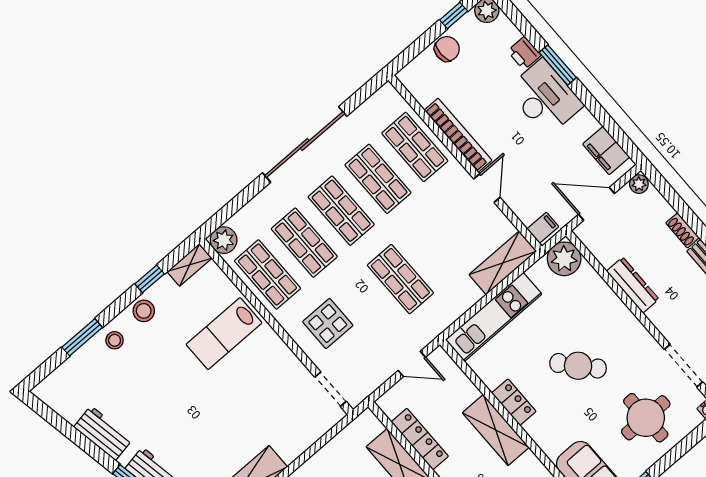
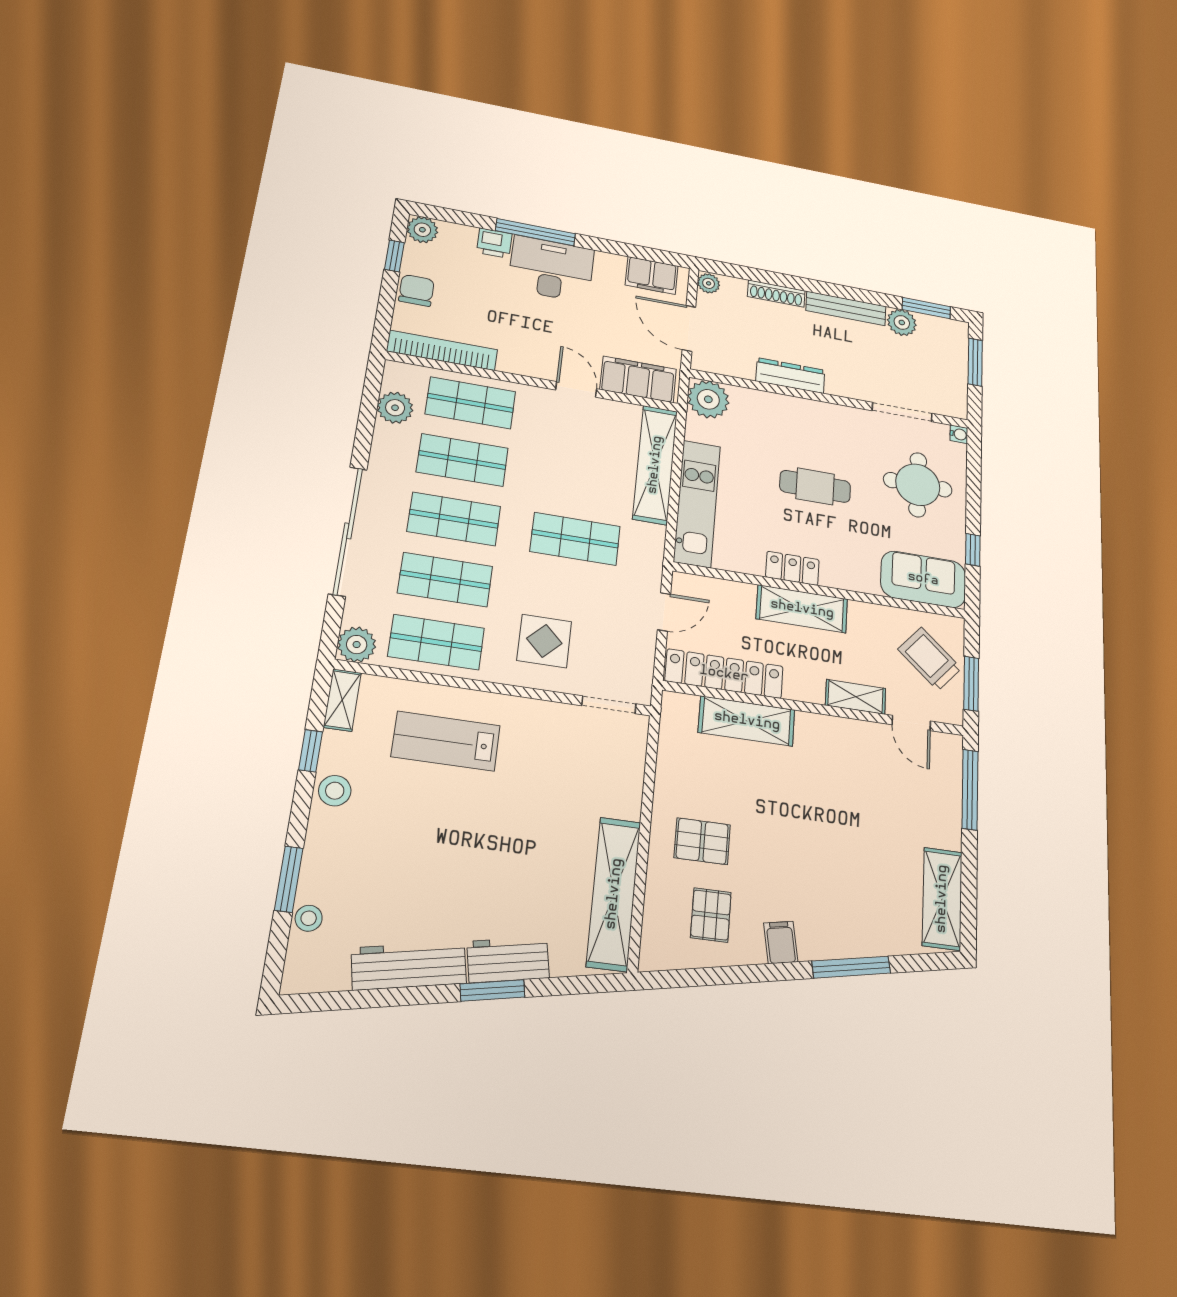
window: (558, 65) -> (535, 232), width x1.44
plant: (367, 115) -> (395, 408), added
bookcase: (458, 135) -> (442, 350), moved
sliding door: (305, 145) -> (348, 531), moved
door: (597, 204) -> (689, 328), hinge flipped
filing cabinet: (543, 228) -> (638, 379), width x3.00, depth x1.17
shoe rack: (683, 230) -> (776, 294), width x1.43
shelving: (503, 263) -> (655, 465), width x1.47
lab bench: (224, 334) -> (446, 741), turned 90
stool: (115, 340) -> (309, 918), moved
cafe table: (578, 366) -> (815, 486), turned 41
workbench: (103, 433) -> (409, 966), width x1.37
locker: (420, 439) -> (724, 674), width x1.41, depth x1.21

